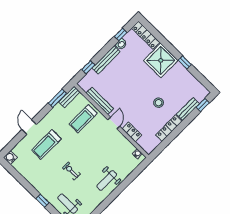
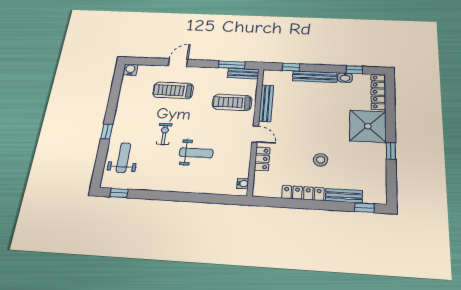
door: (114, 123) -> (255, 134), hinge flipped
weight bench: (107, 180) -> (196, 153), moved, turned 180

